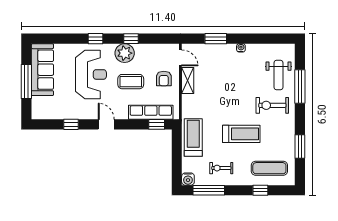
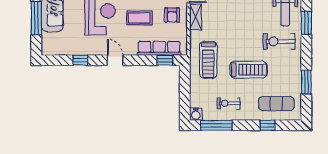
window: (300, 87) -> (306, 23), width x0.69
treadmill: (193, 138) -> (208, 60), moved, turned 180

